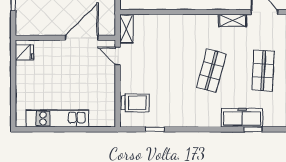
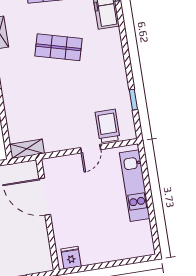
door: (118, 56) -> (91, 149), moved
kitchen unit: (57, 118) -> (135, 186), moved

